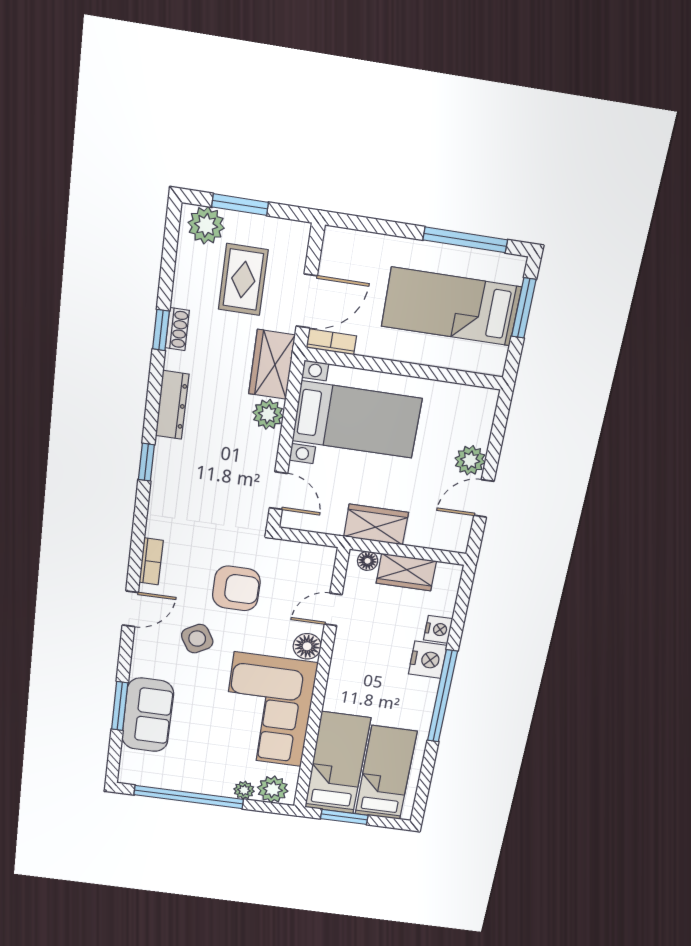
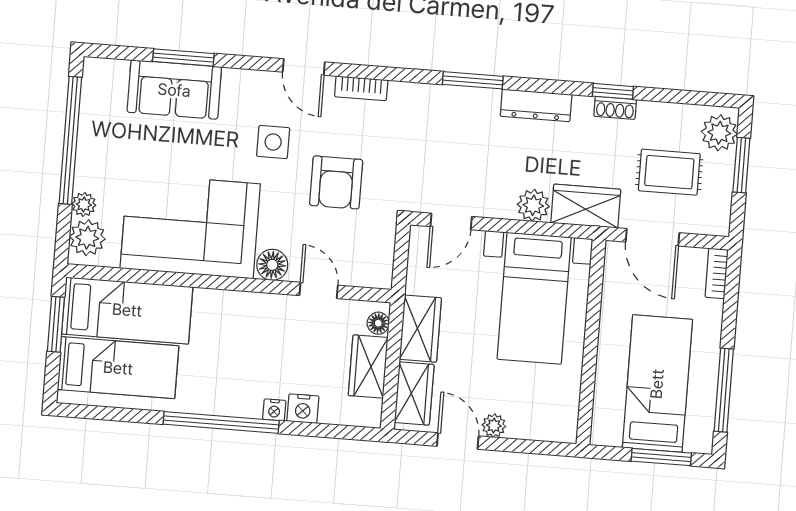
bookcase: (331, 342) -> (717, 273), moved, turned 180
plant: (470, 460) -> (494, 426), width x0.73, depth x0.73
window: (146, 462) -> (473, 80), width x1.50
wardrobe: (435, 534) -> (414, 393), added
side table: (197, 639) -> (273, 142), turned 30
nightstand: (428, 660) -> (274, 410), width x0.53, depth x0.56

